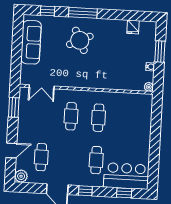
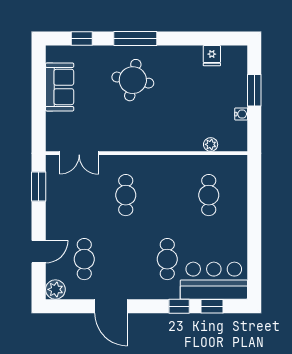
round table: (80, 40) -> (133, 80), turned 36
sofa: (31, 42) -> (60, 87), width x0.73
plant: (149, 87) -> (211, 144), moved
cafe table: (98, 118) -> (209, 195), moved
window: (85, 191) -> (179, 306), moved

